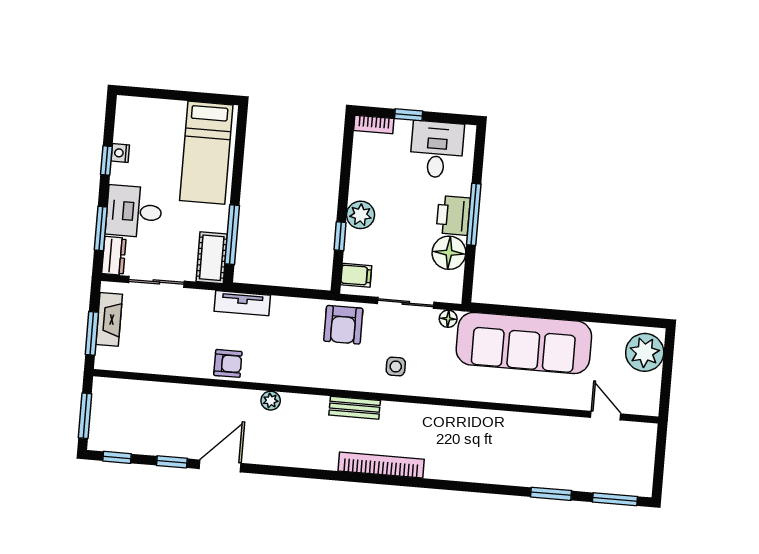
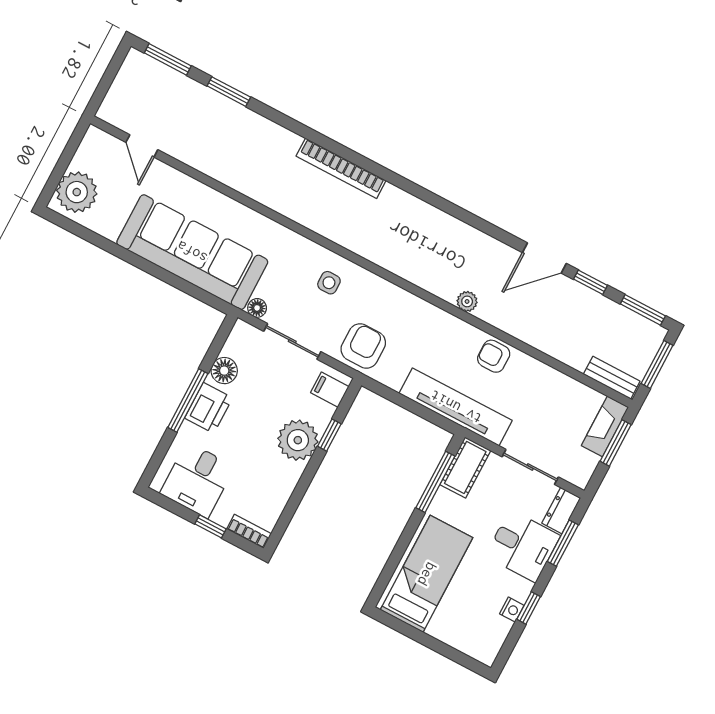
plant: (361, 215) -> (298, 440), width x1.36, depth x1.36
floor lamp: (449, 253) -> (224, 371), width x0.73, depth x0.73
tv unit: (242, 303) -> (456, 407), width x1.92, depth x1.29
fireplace: (109, 319) -> (605, 426), moved
bench: (355, 408) -> (612, 378), moved
window: (117, 457) -> (643, 310), width x1.50
bookcase: (381, 465) -> (341, 168), moved

